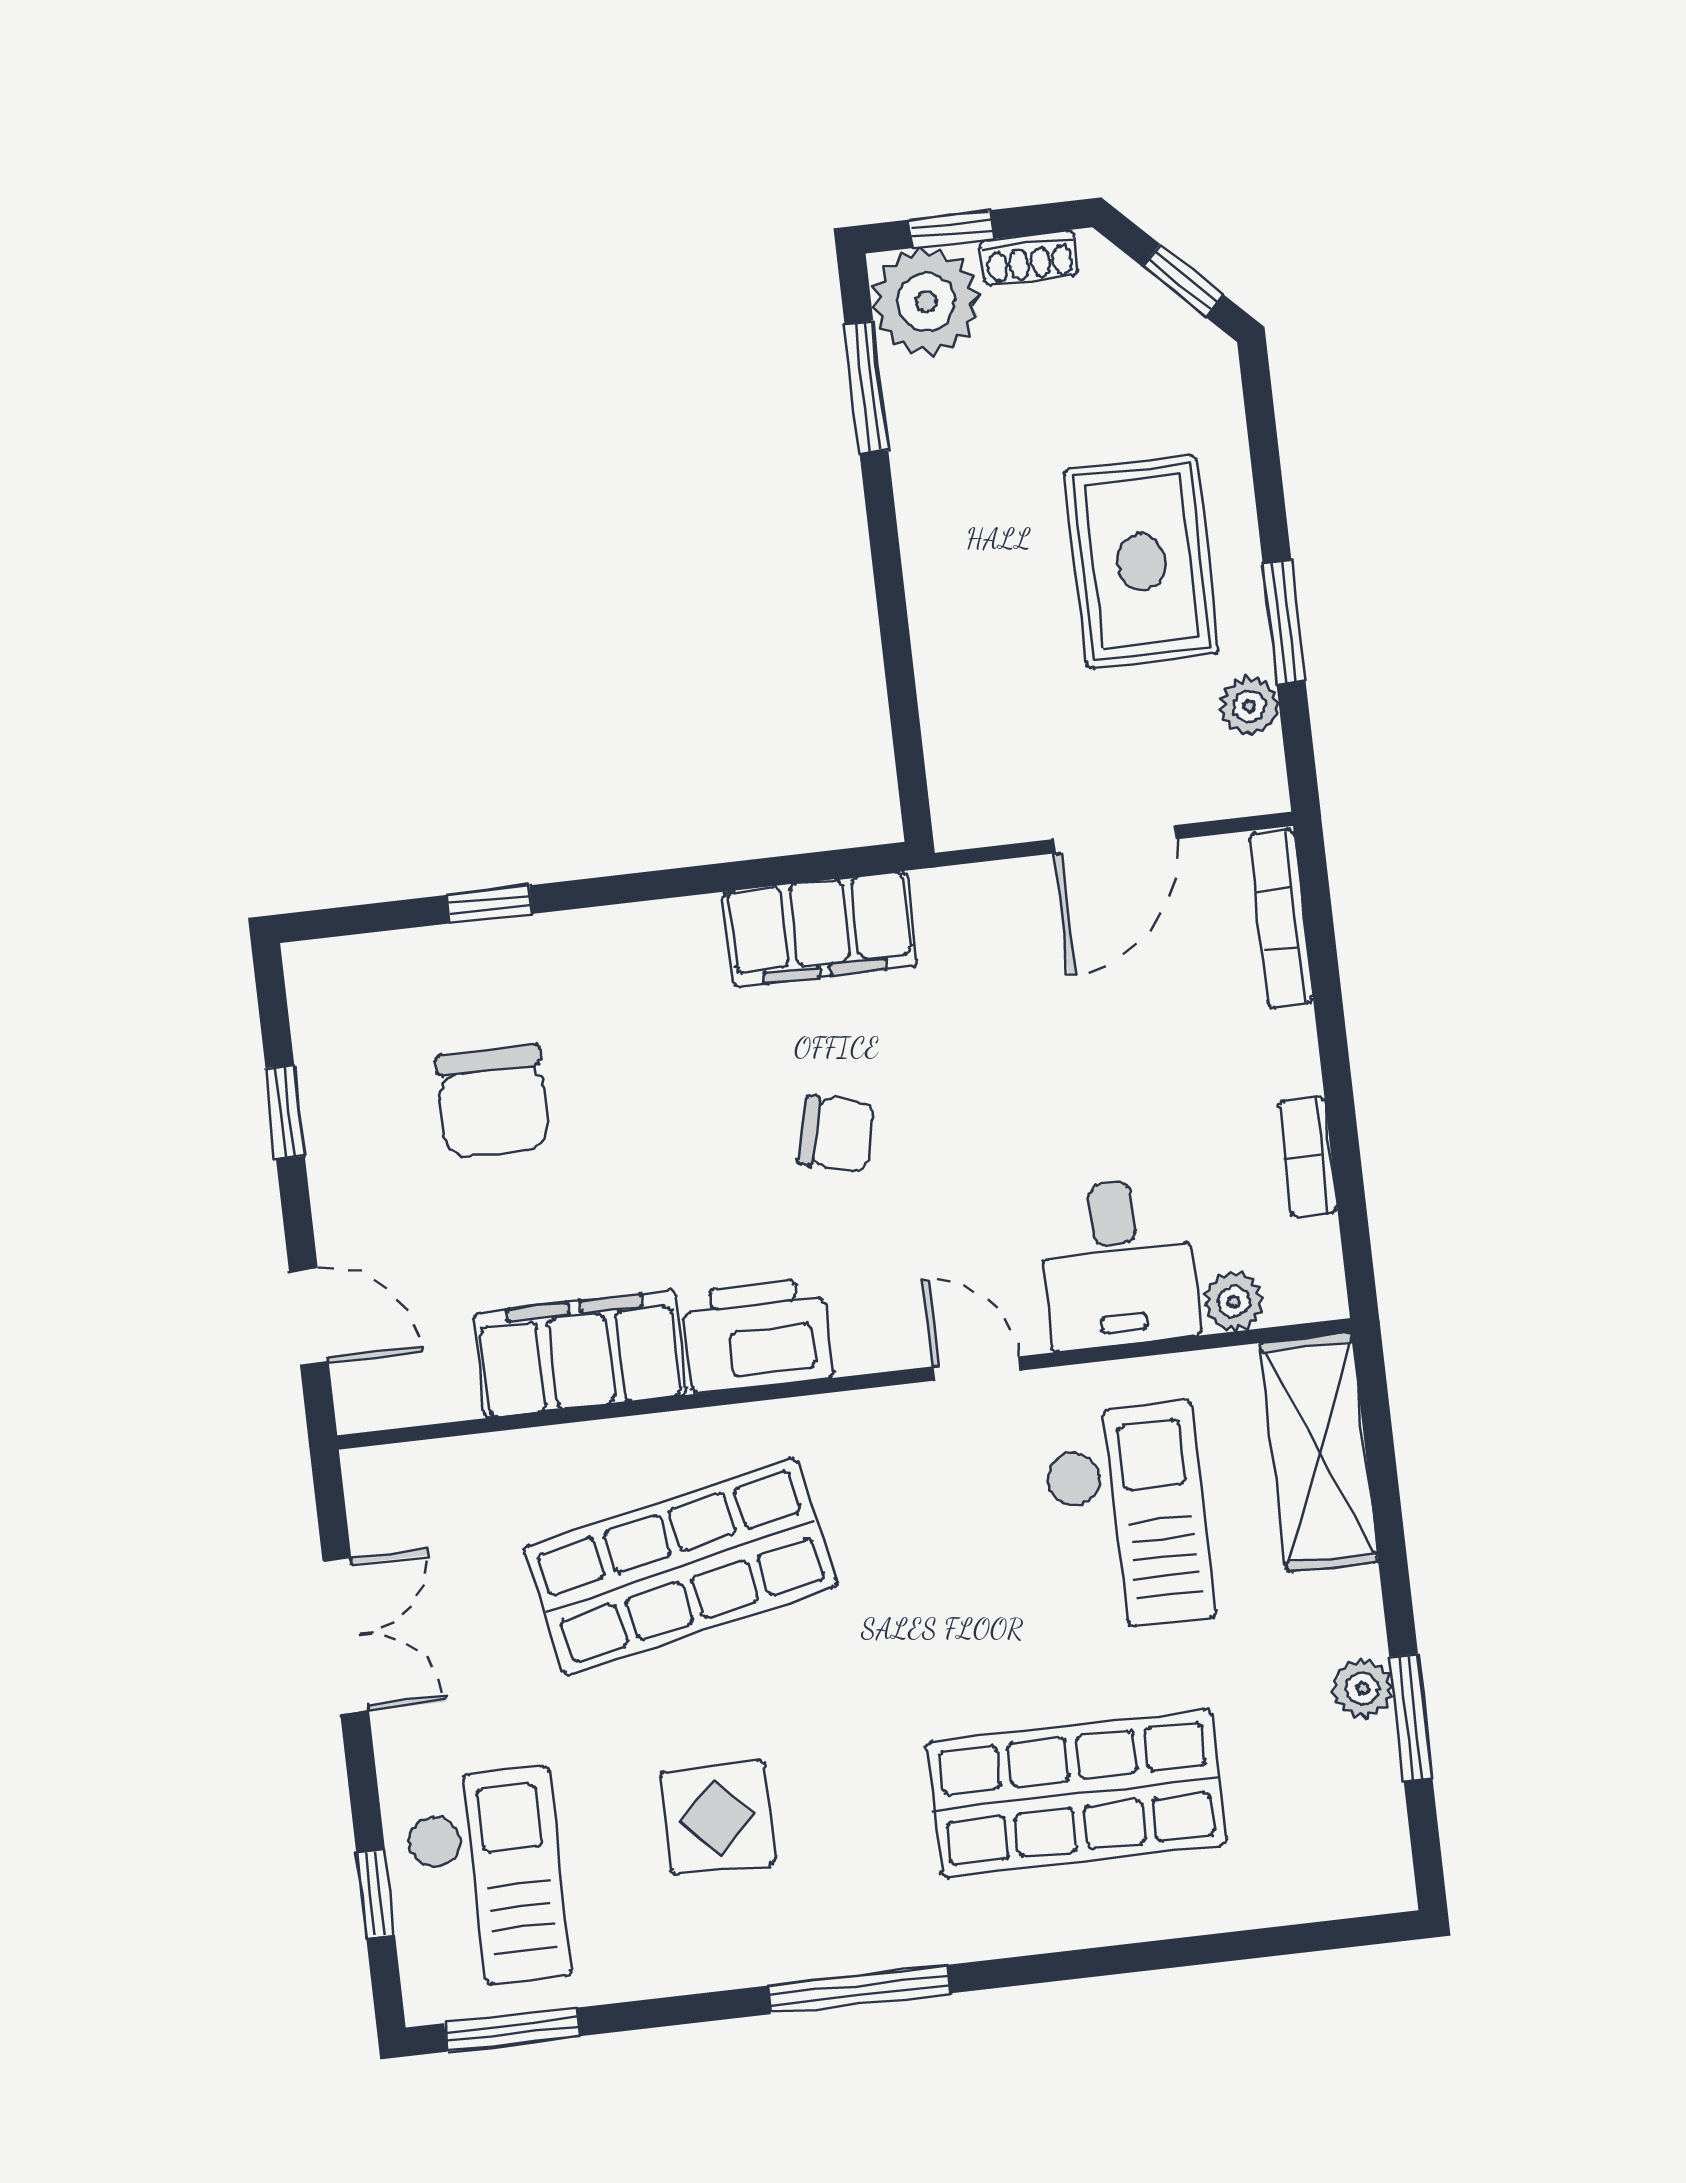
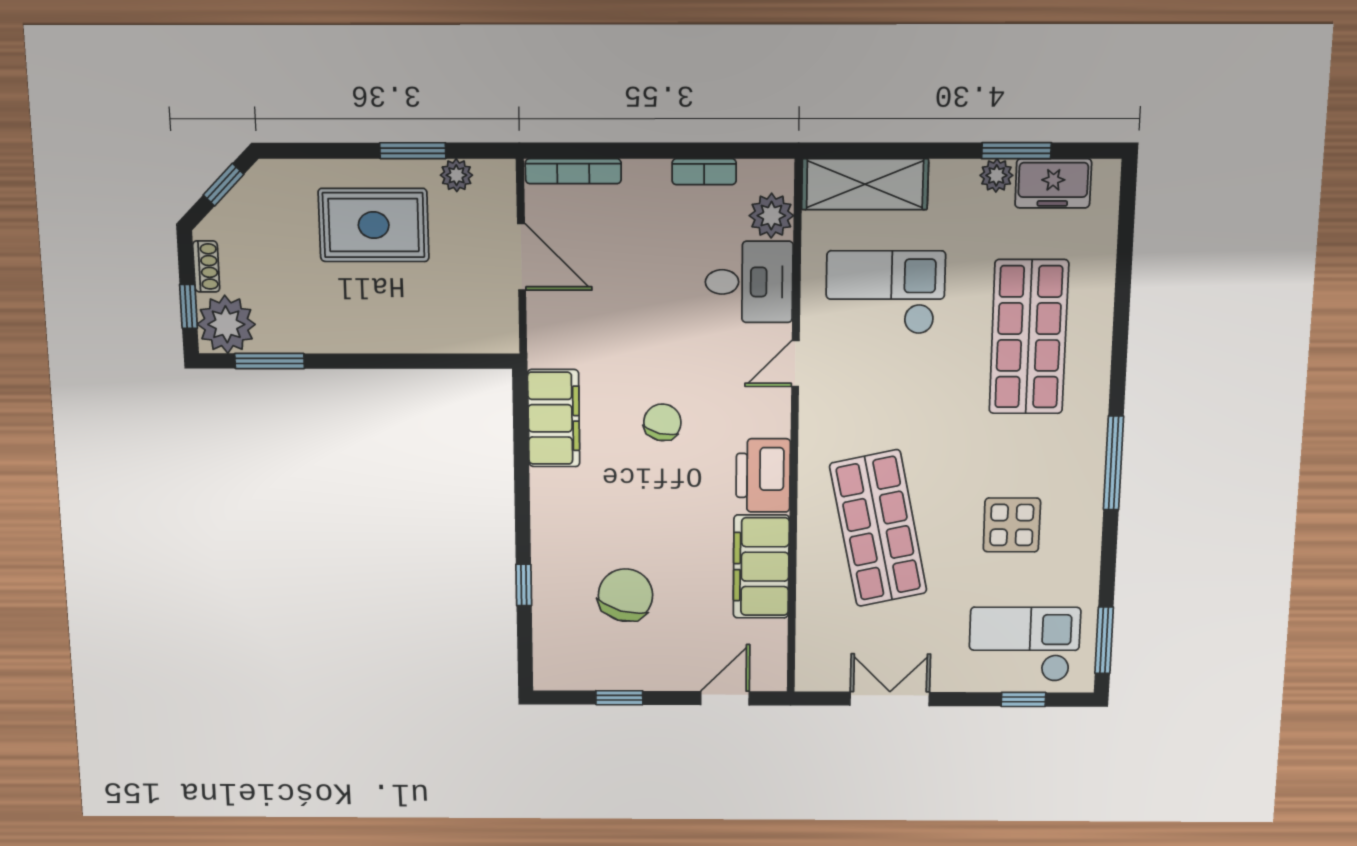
chair: (493, 1101) -> (625, 595), turned -74
plant: (1233, 1302) -> (771, 216), width x1.38, depth x1.38
freezer: (1361, 1794) -> (1053, 183), added

